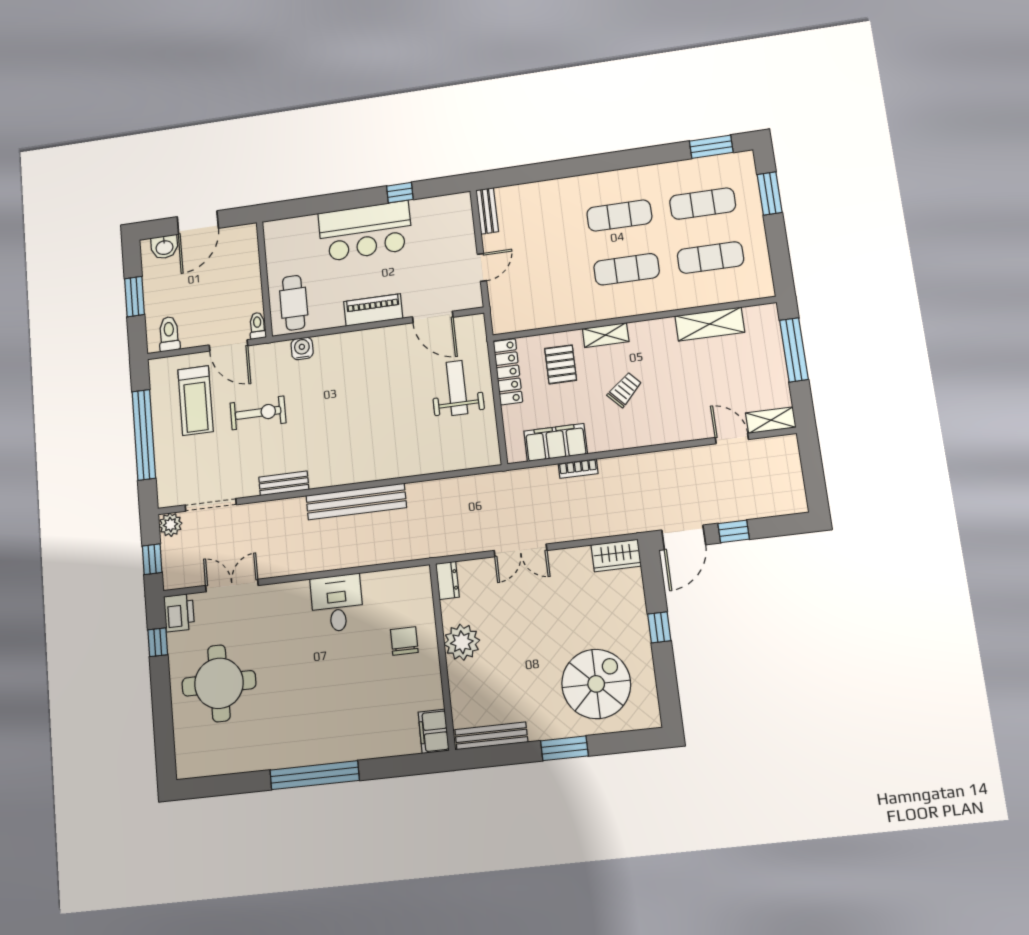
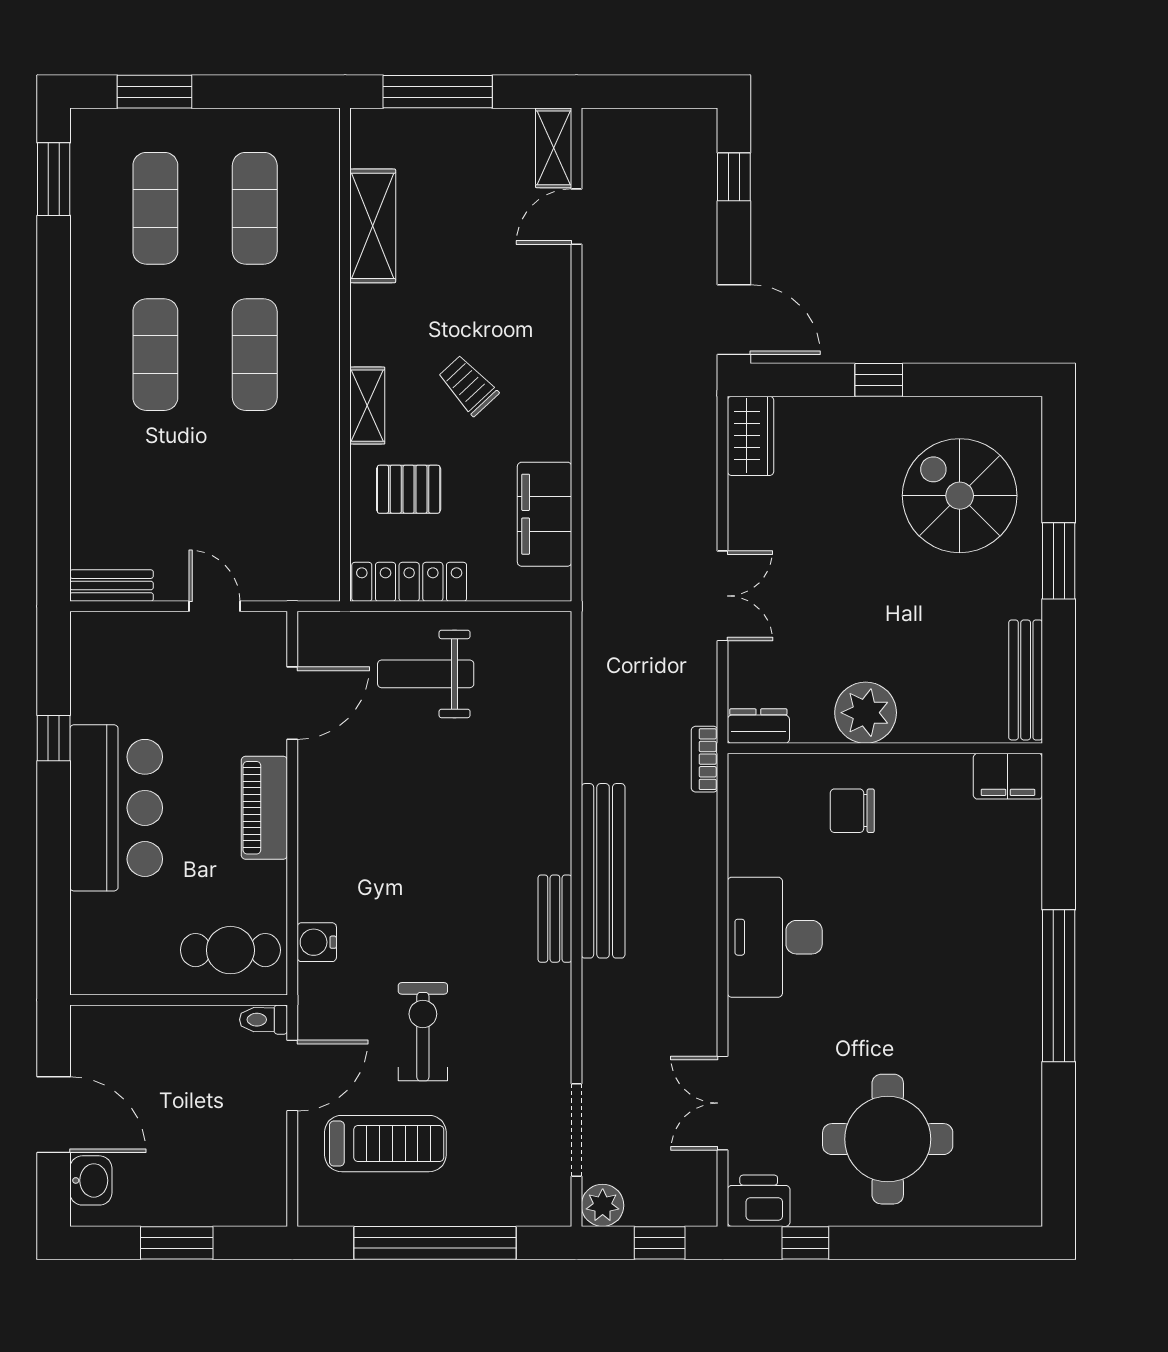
toilet: (169, 334) -> (256, 1183), removed
bookcase: (578, 469) -> (705, 759), moved, turned 180
bench: (284, 483) -> (555, 919), moved
window: (734, 531) -> (734, 177), moved
desk: (337, 603) -> (775, 937), width x1.37

